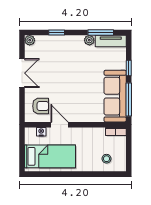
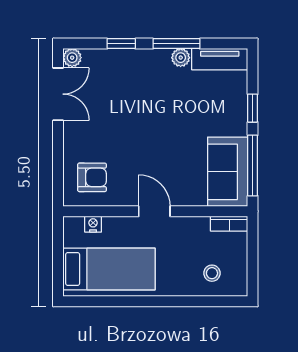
window: (101, 33) -> (176, 44), moved
double door: (22, 73) -> (58, 94), moved
sofa: (115, 96) -> (228, 172), width x0.73
door: (59, 125) -> (154, 211), moved

